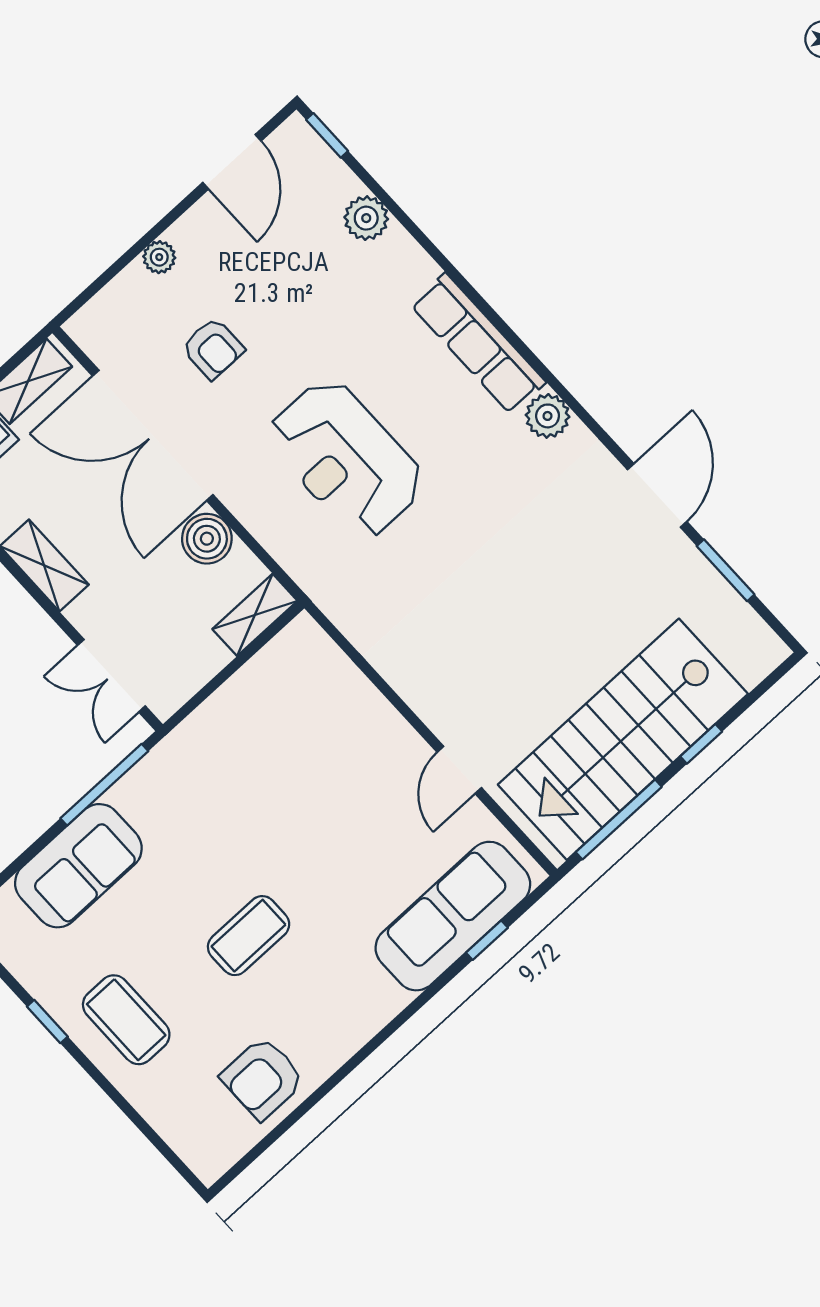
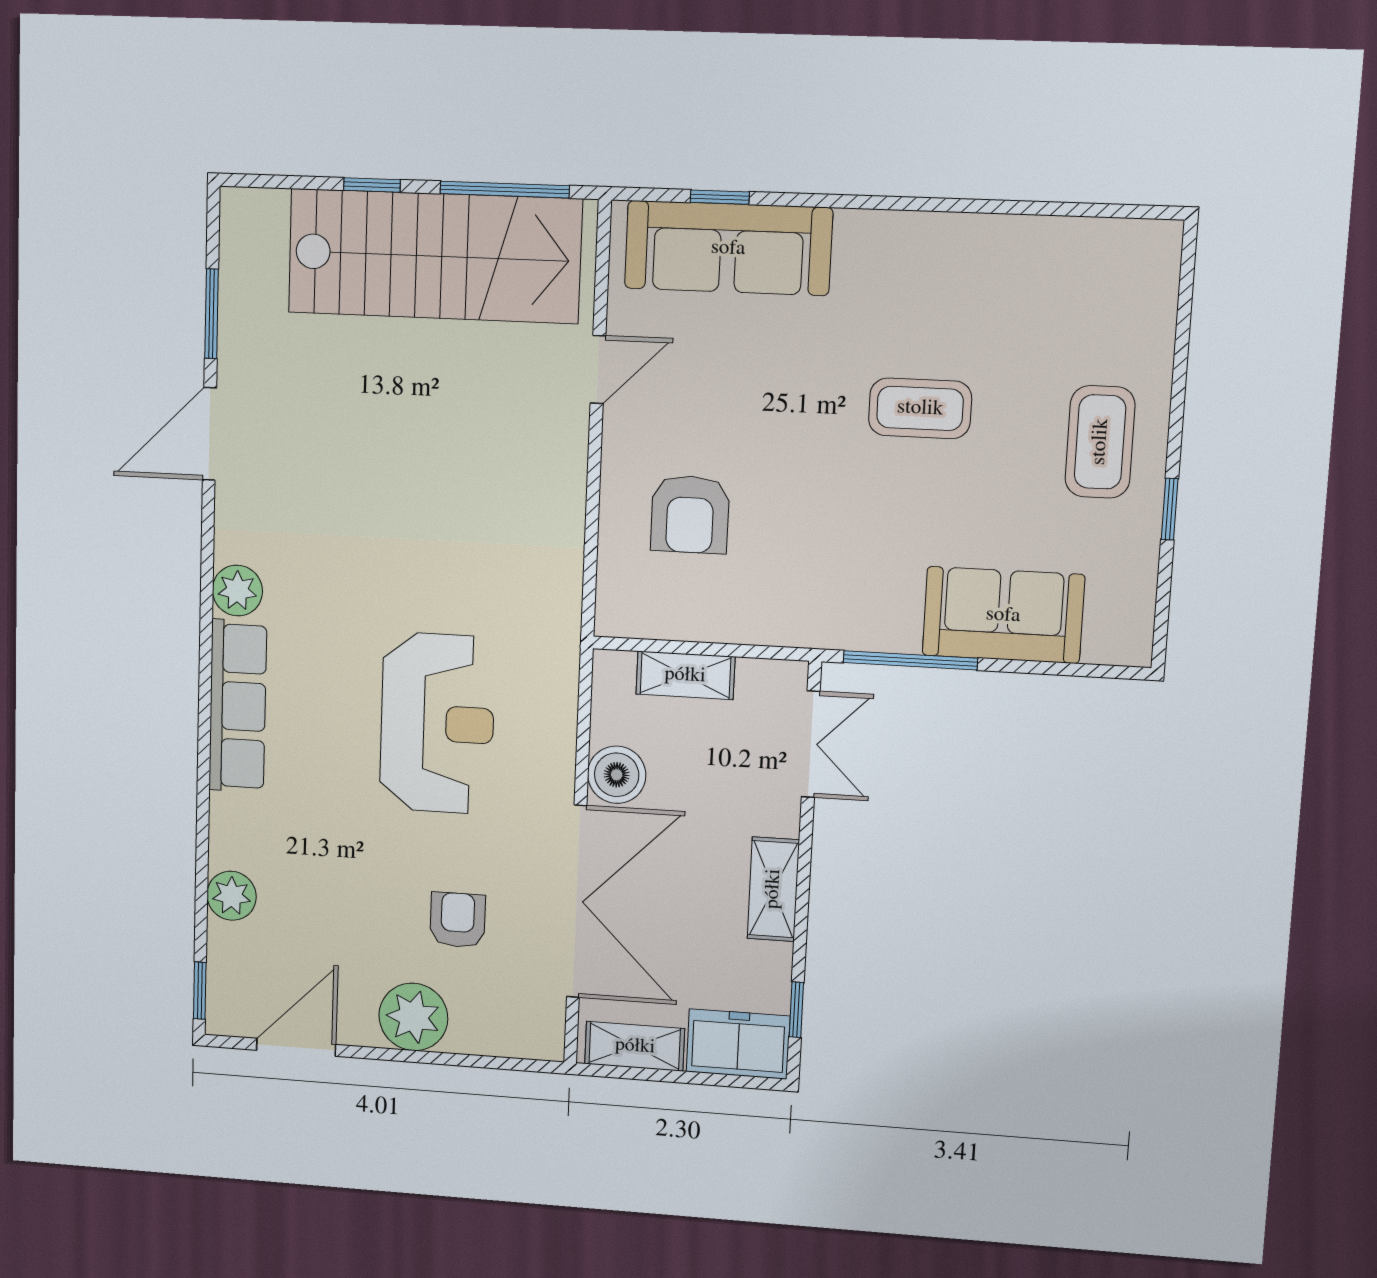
plant: (159, 257) -> (413, 1017), width x1.88, depth x1.88
shelving: (255, 615) -> (685, 675), moved
armchair: (263, 1078) -> (690, 514), moved, turned 90

